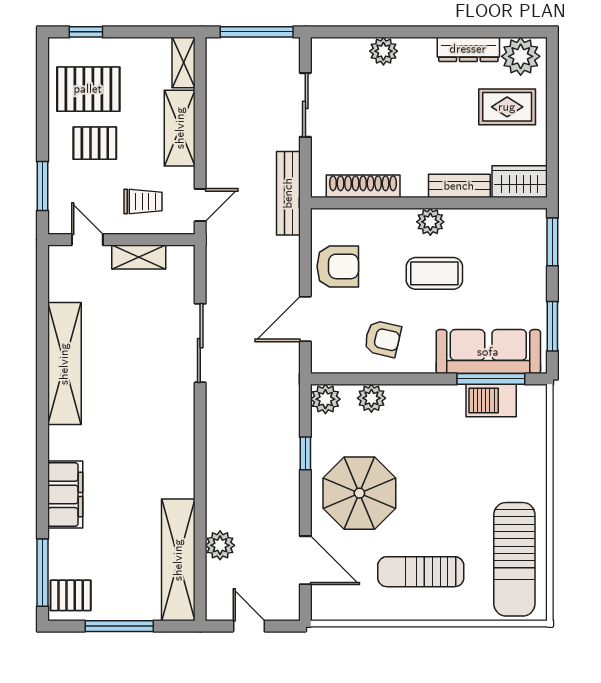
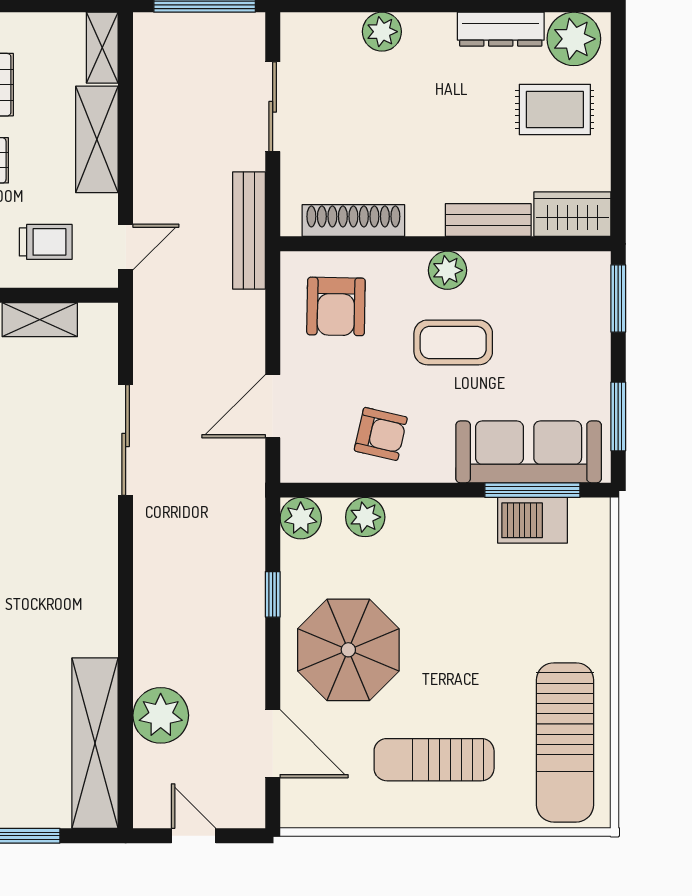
armchair: (338, 266) -> (336, 306), moved, turned 91
plant: (220, 545) -> (161, 715), width x1.36, depth x1.36

